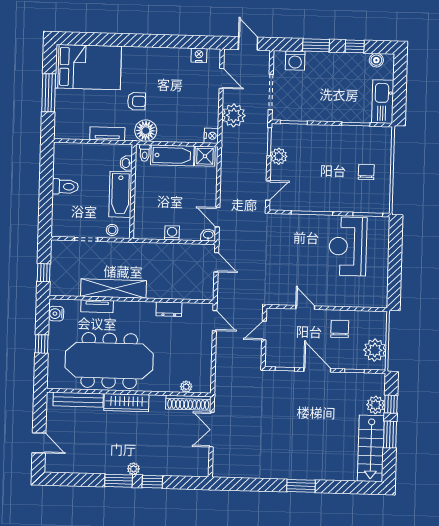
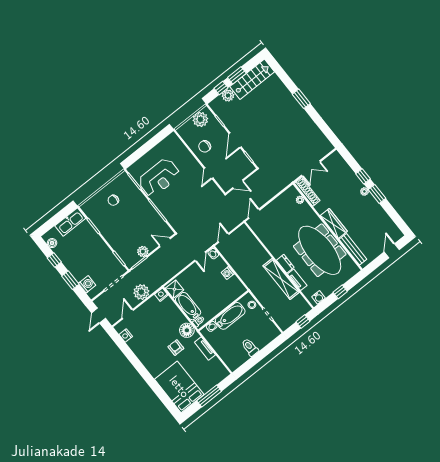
dresser: (169, 309) -> (285, 264), moved

